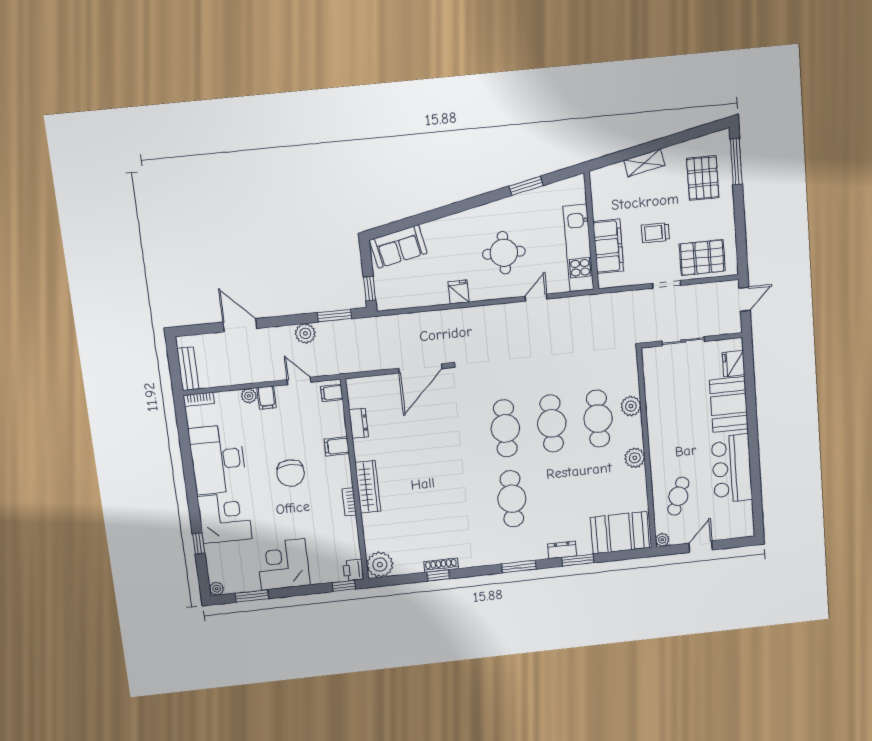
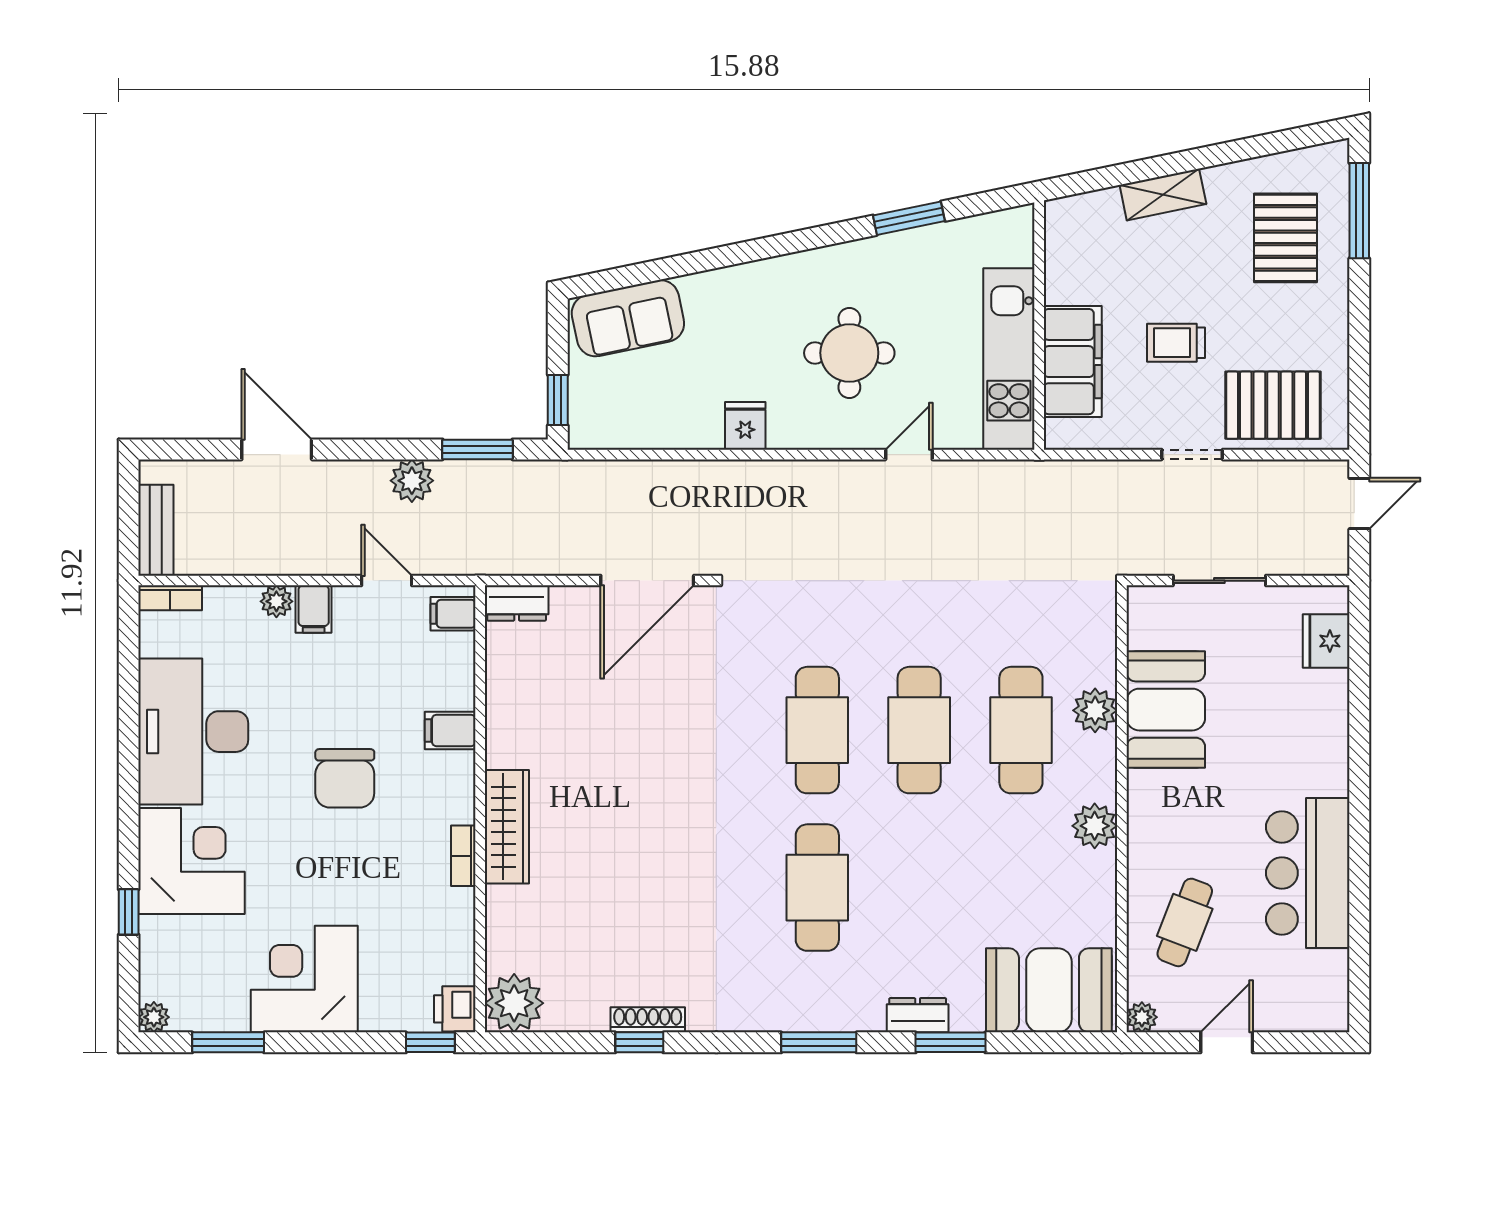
booth: (729, 404) -> (1166, 710), moved
dresser: (359, 423) -> (517, 603), moved, turned 90

